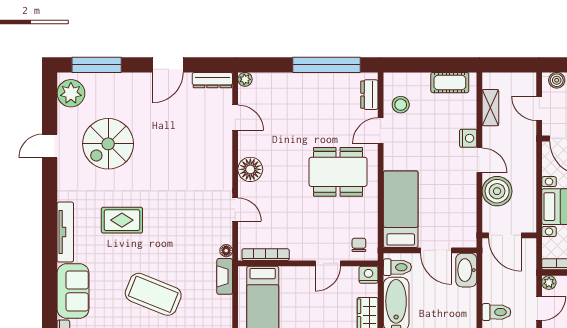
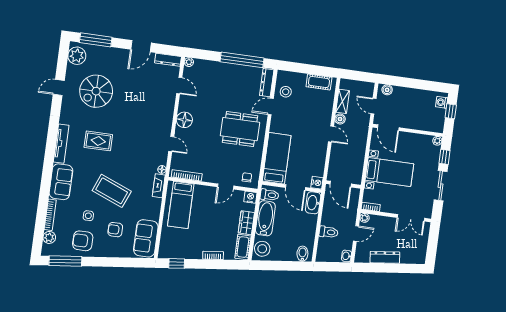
dresser: (369, 95) -> (267, 83), width x1.44
nightstand: (468, 138) -> (317, 183), moved
boiler: (497, 191) -> (340, 119), moved, width x0.54, depth x0.54

